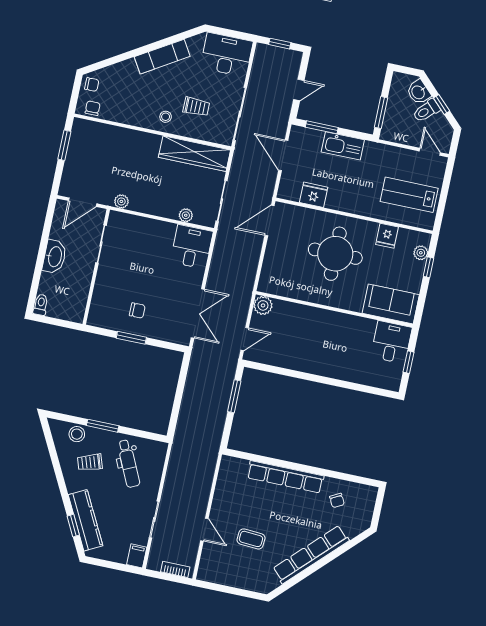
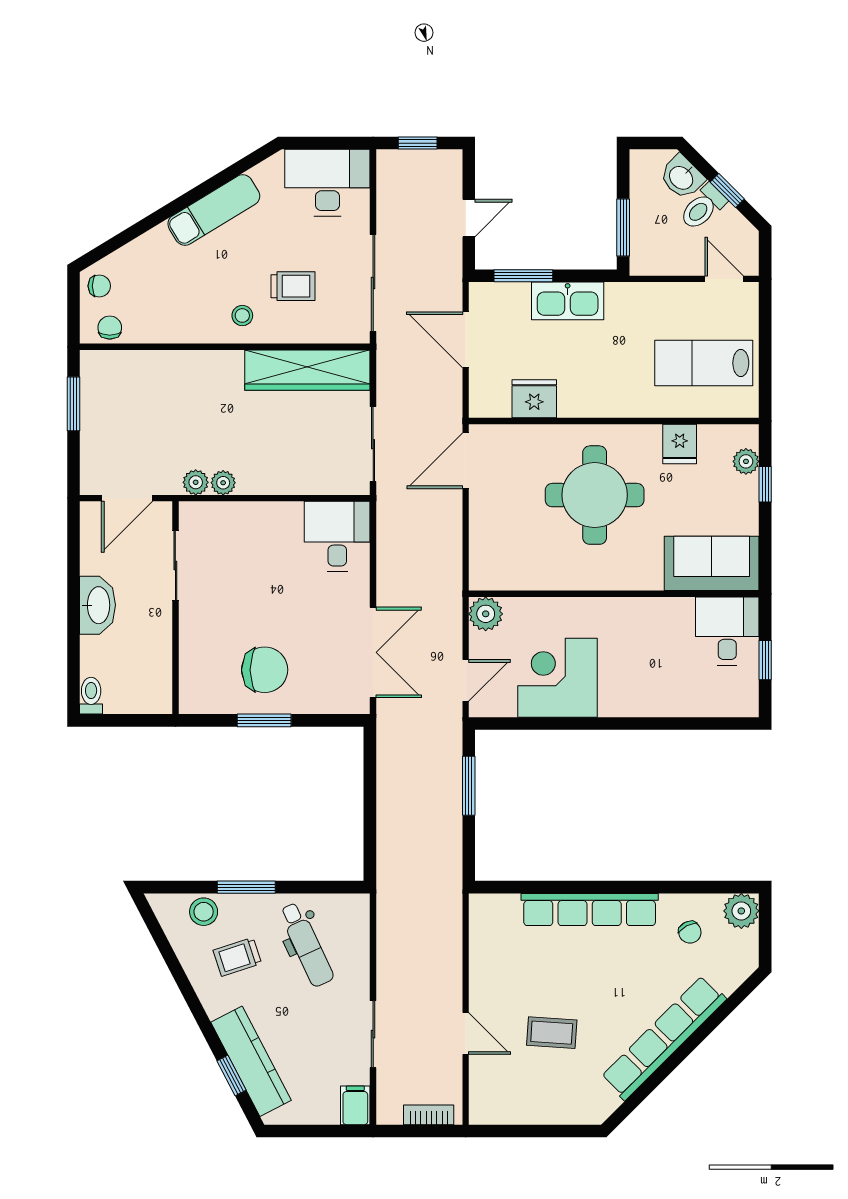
plant: (186, 215) -> (223, 483), moved
chair: (137, 310) -> (265, 670), width x1.87, depth x1.87
corner desk: (294, 348) -> (558, 678), added
plant: (367, 495) -> (741, 911), added

